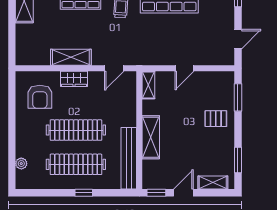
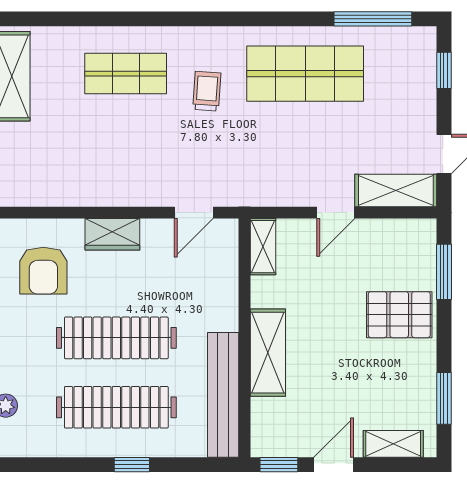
shelving: (71, 57) -> (396, 190), moved
pallet: (216, 119) -> (399, 315), width x1.50, depth x1.42

